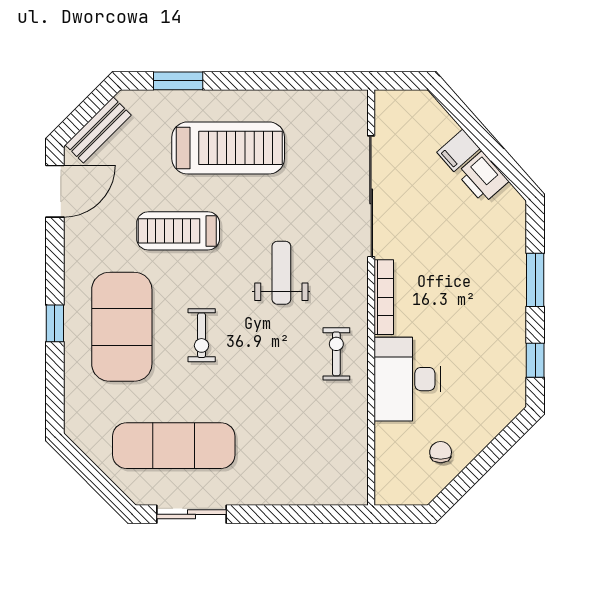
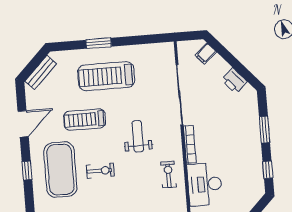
window: (178, 81) -> (99, 43), moved
treadmill: (228, 148) -> (106, 76), turned 180
filing cabinet: (458, 150) -> (206, 54), moved
door: (55, 191) -> (23, 124), moved
exercise bike: (202, 335) -> (100, 171), turned -90

